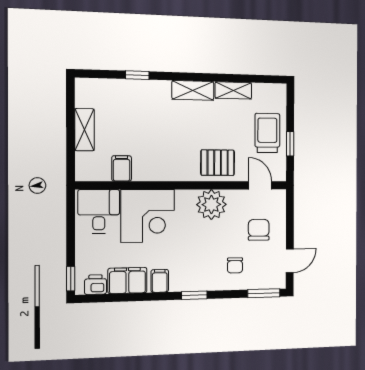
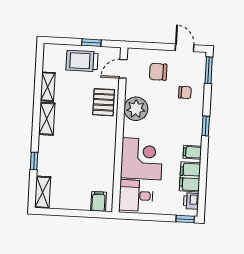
shelving: (85, 130) -> (43, 192), moved, turned 90
filing cabinet: (122, 168) -> (99, 201), moved, turned 90

